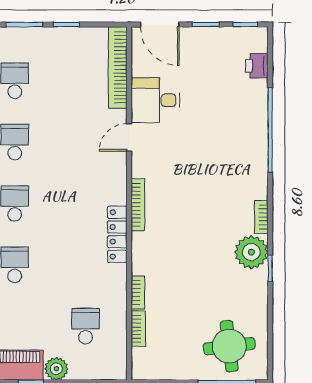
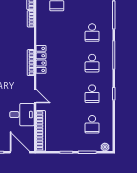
door: (129, 137) -> (35, 96), hinge flipped
locker: (117, 234) -> (41, 59), moved

